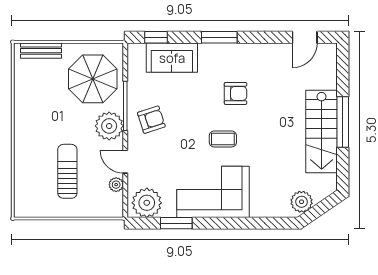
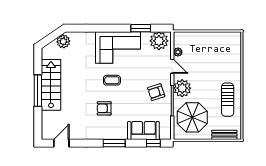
sun lounger: (67, 171) -> (228, 100), moved

